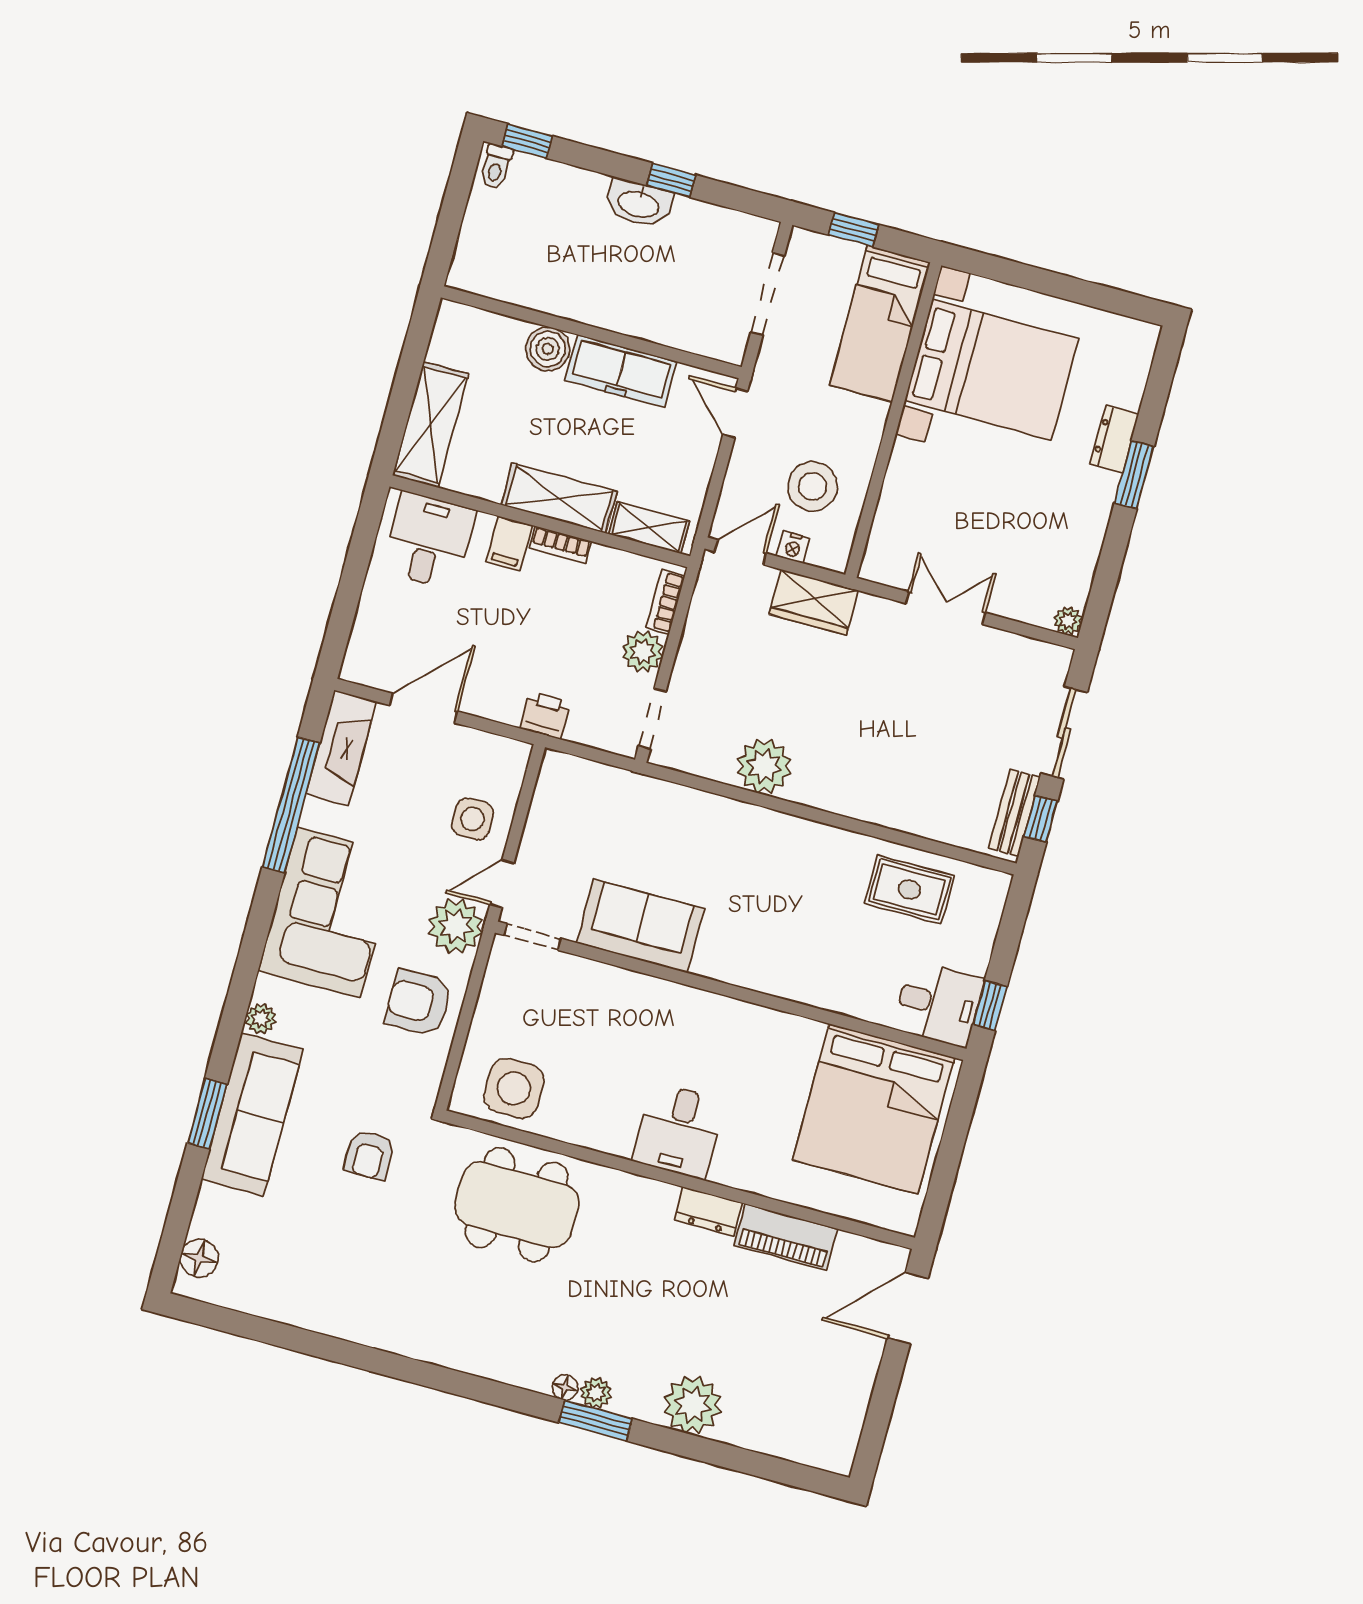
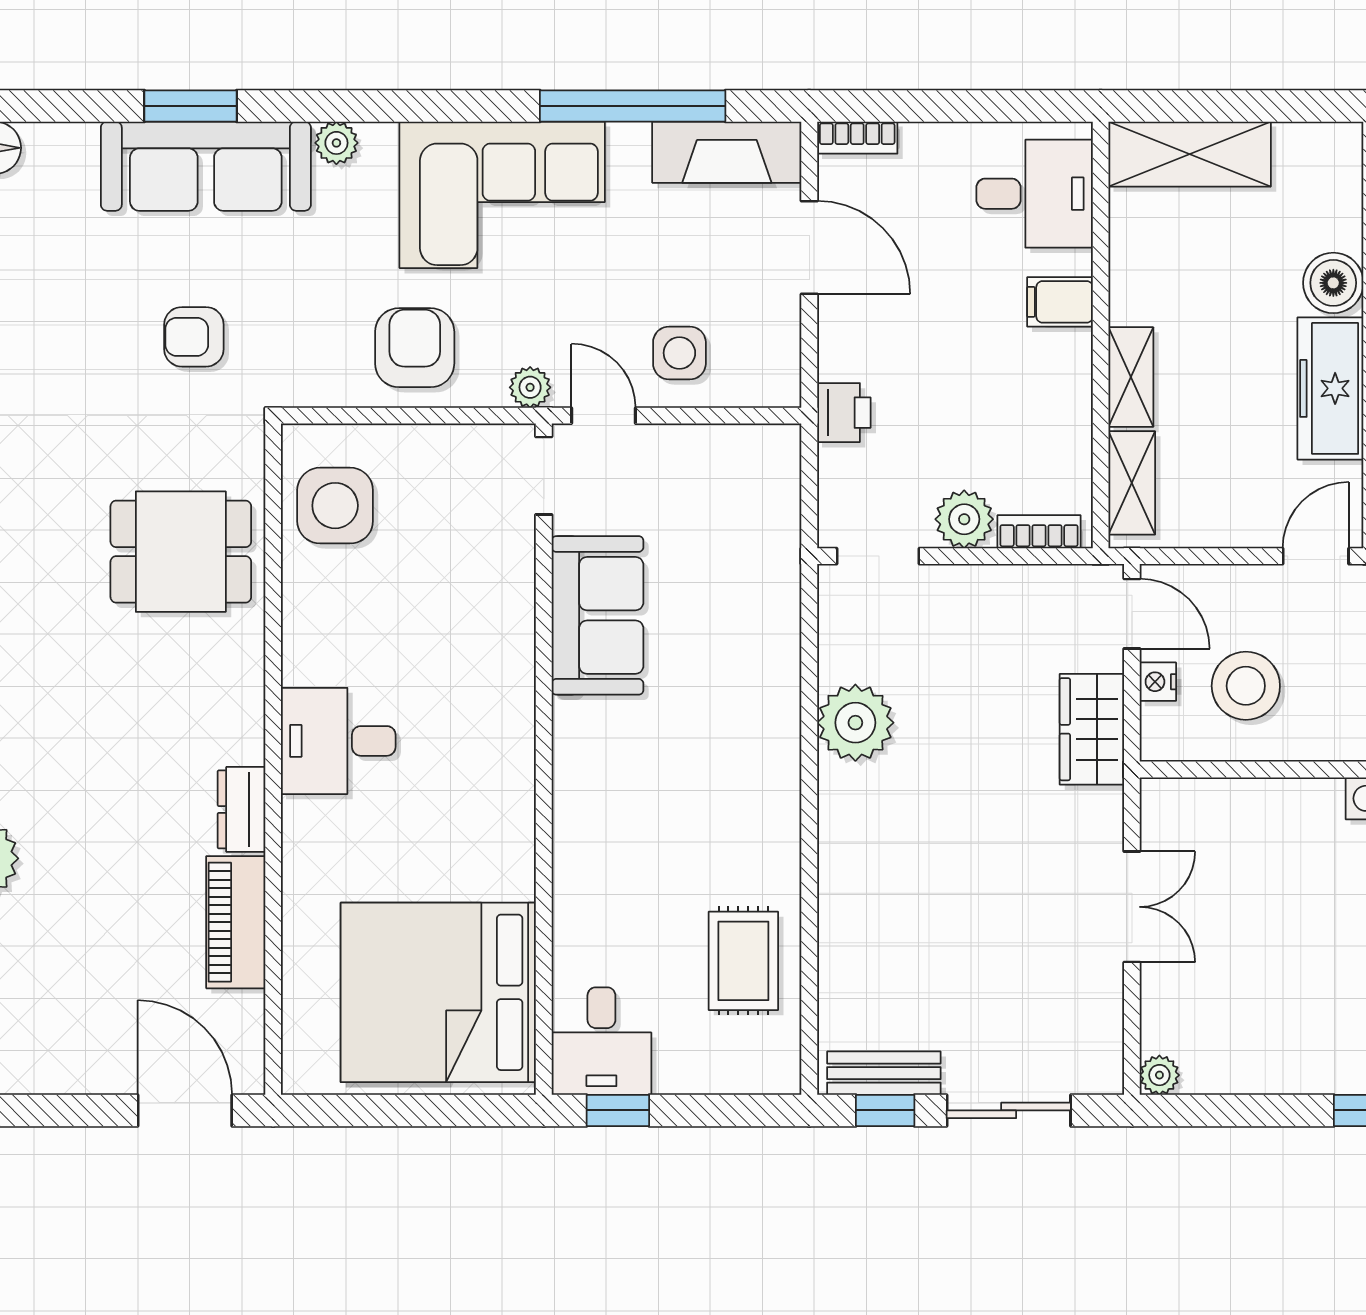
shelving: (559, 498) -> (1131, 377), width x0.67, depth x0.75
bookcase: (561, 545) -> (857, 138), moved, turned -90
plant: (456, 926) -> (530, 387), width x0.53, depth x0.53
dining table: (517, 1205) -> (181, 552), width x0.73

